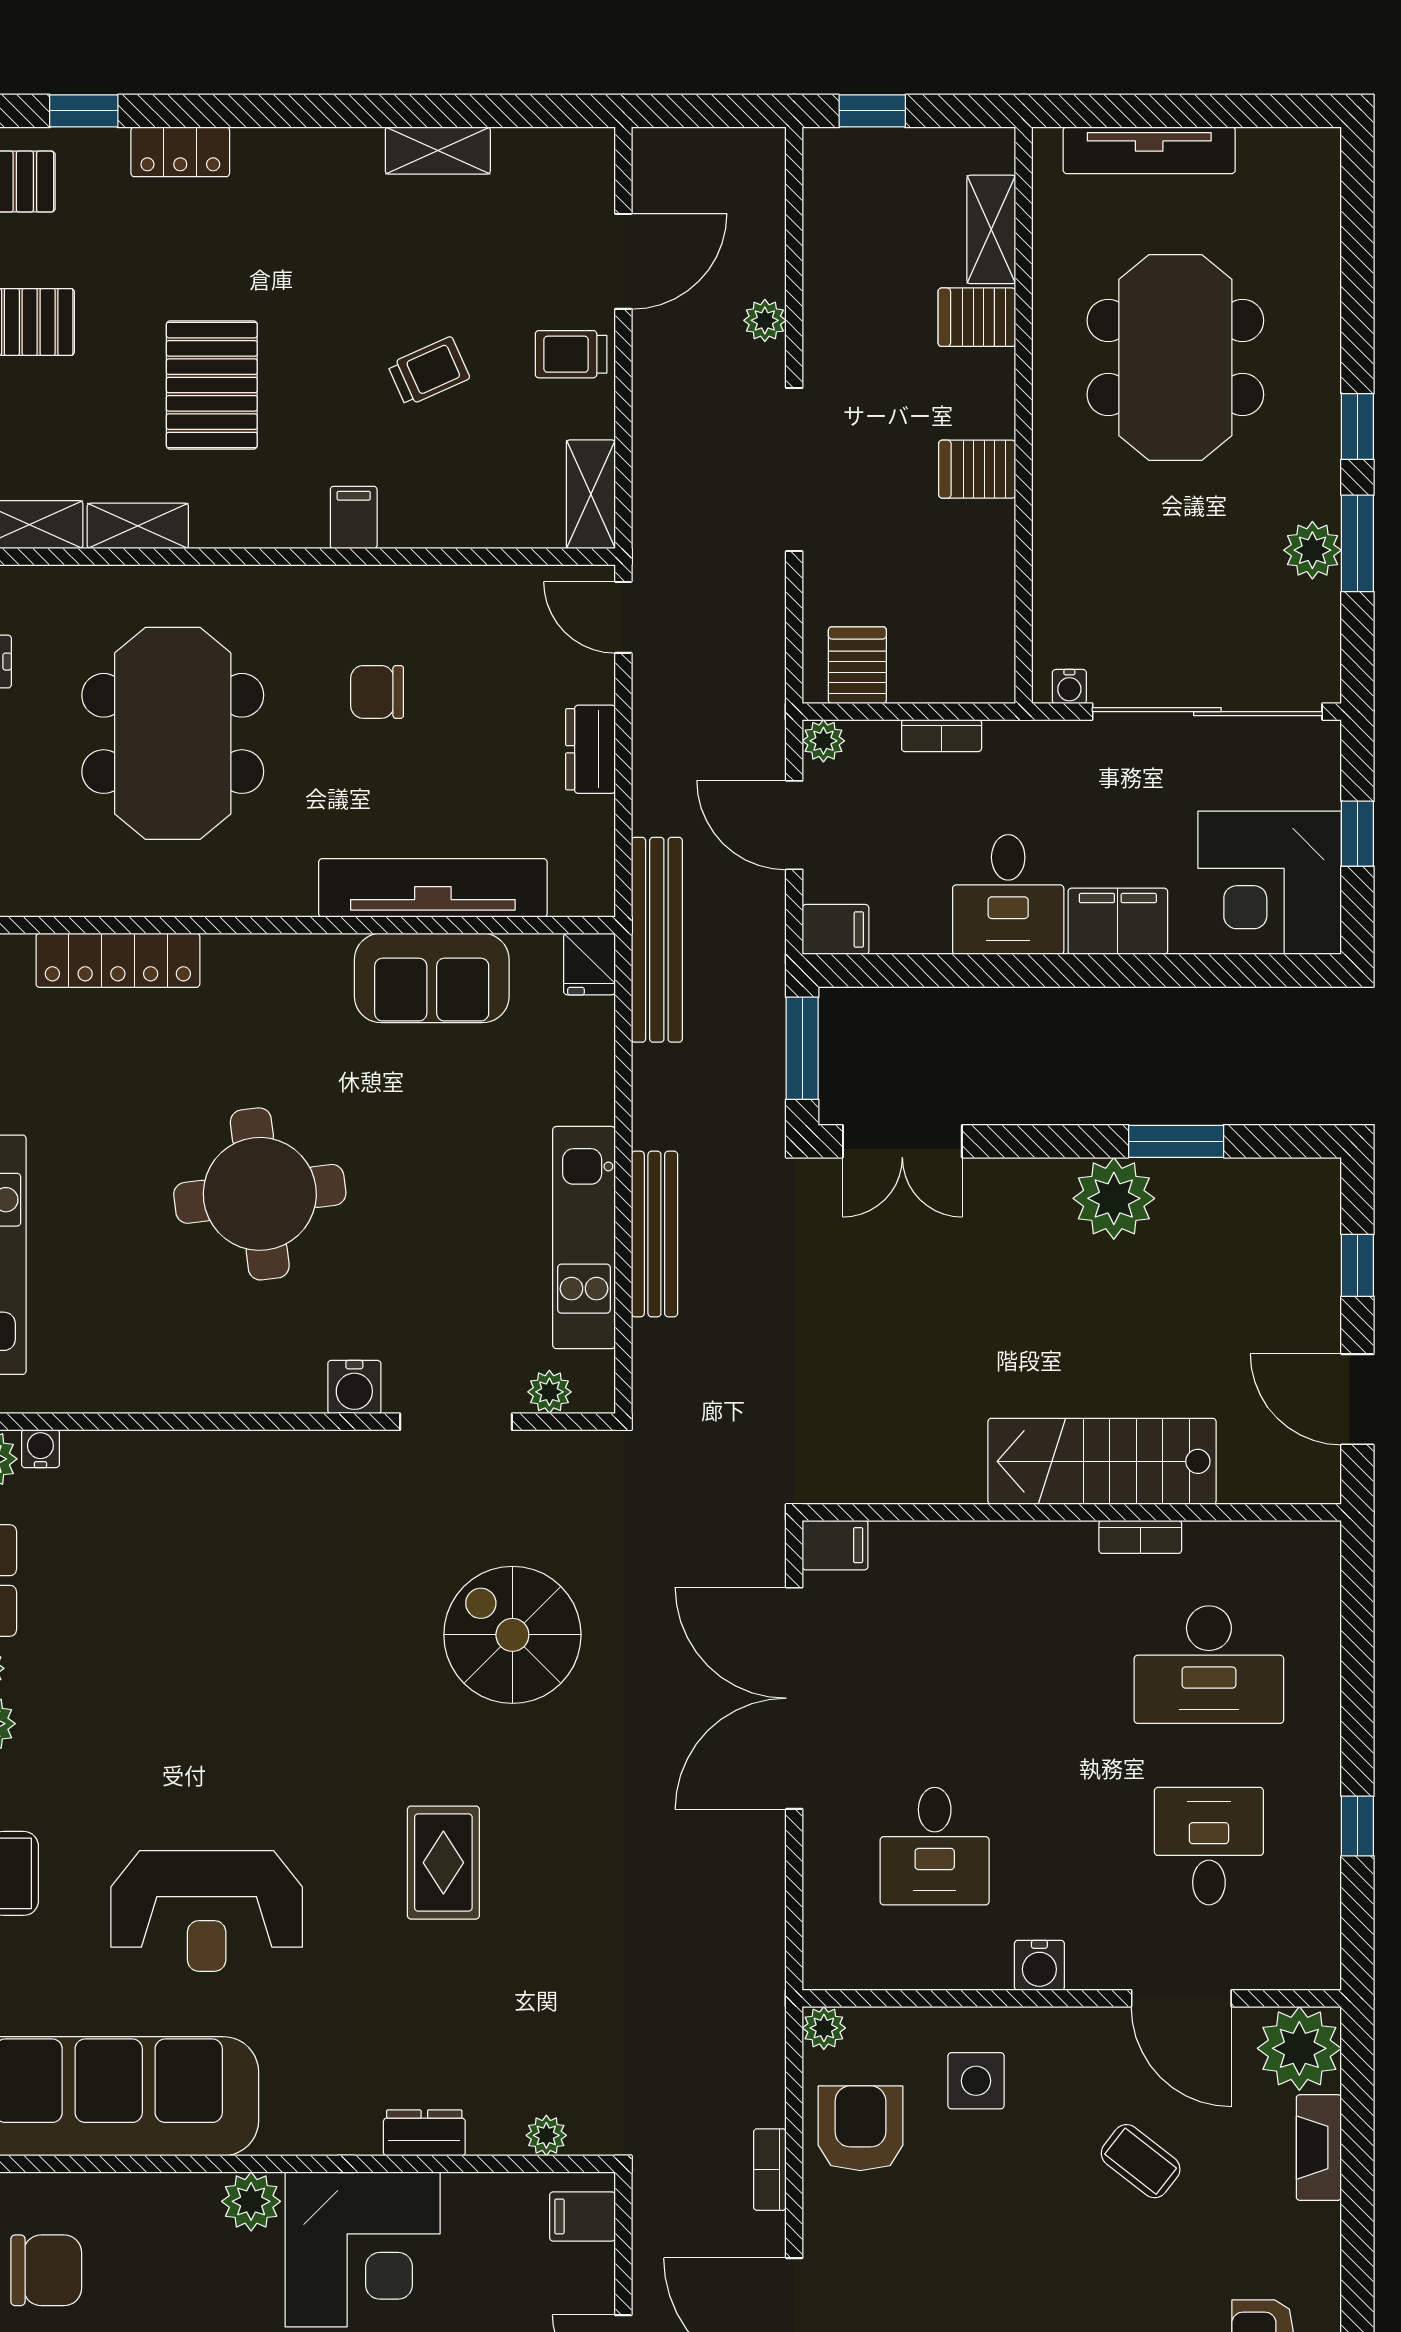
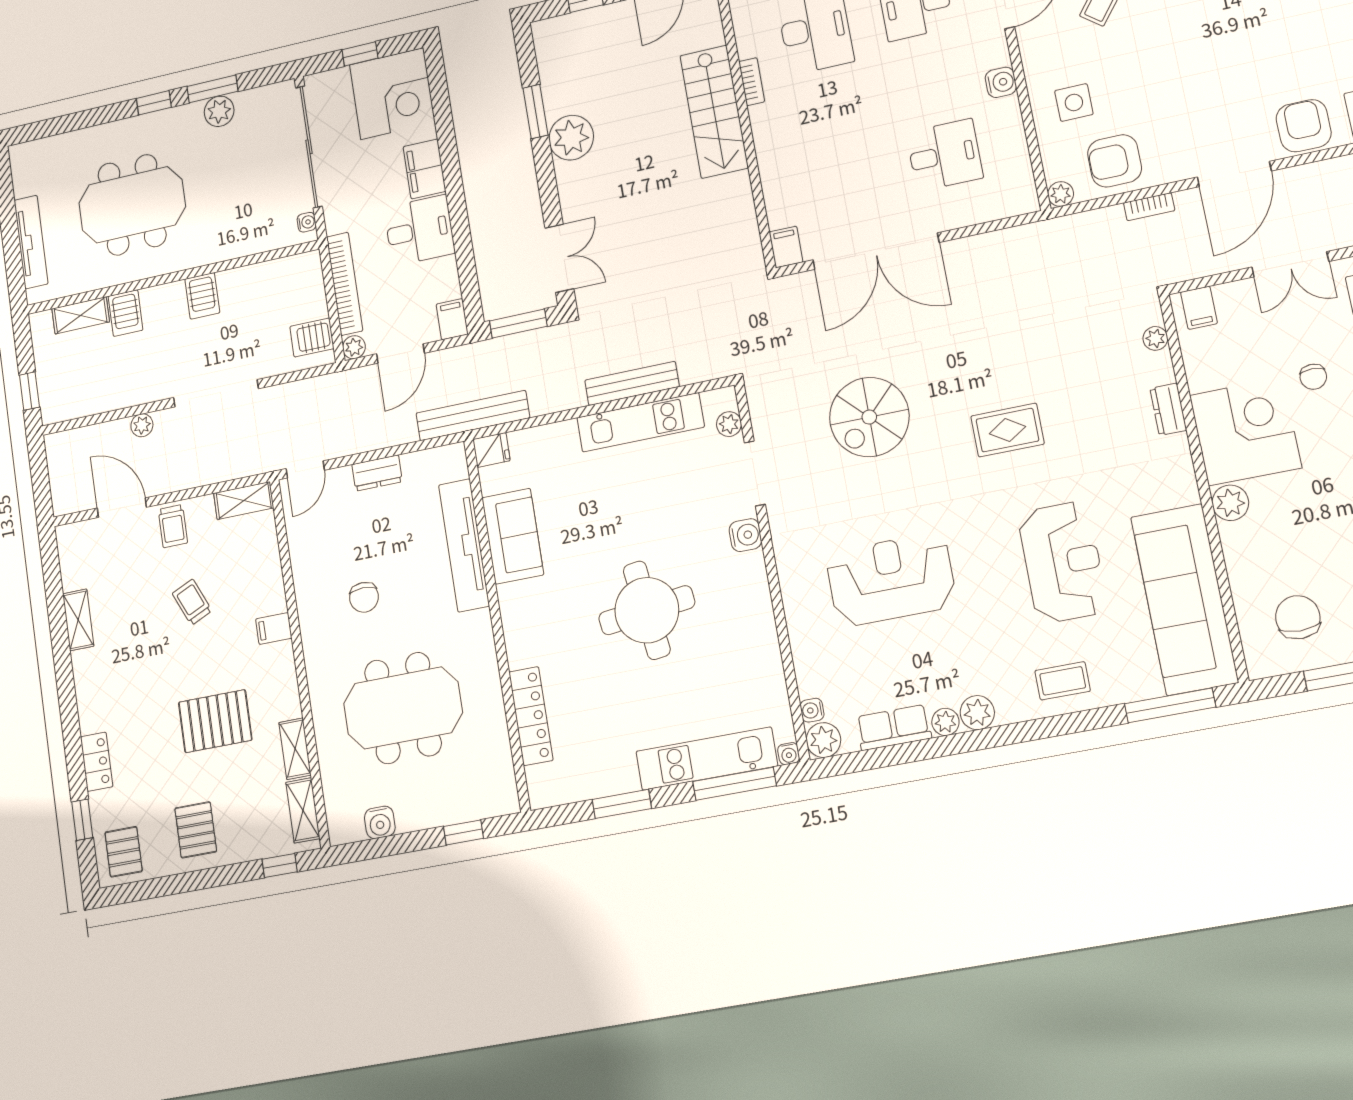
bookcase: (942, 736) -> (344, 284), width x2.31, depth x1.31
reception desk: (232, 1621) -> (891, 580), added

